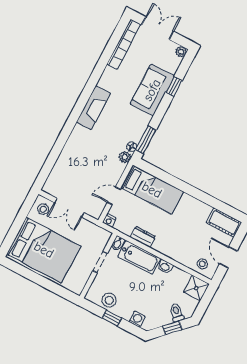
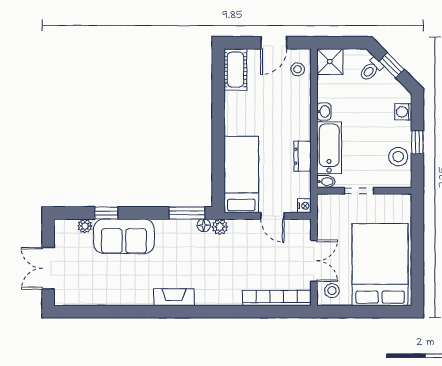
bookcase: (124, 44) -> (277, 298), moved
plant: (181, 52) -> (85, 226), moved
fireplace: (93, 108) -> (174, 297), width x0.73, depth x0.76

